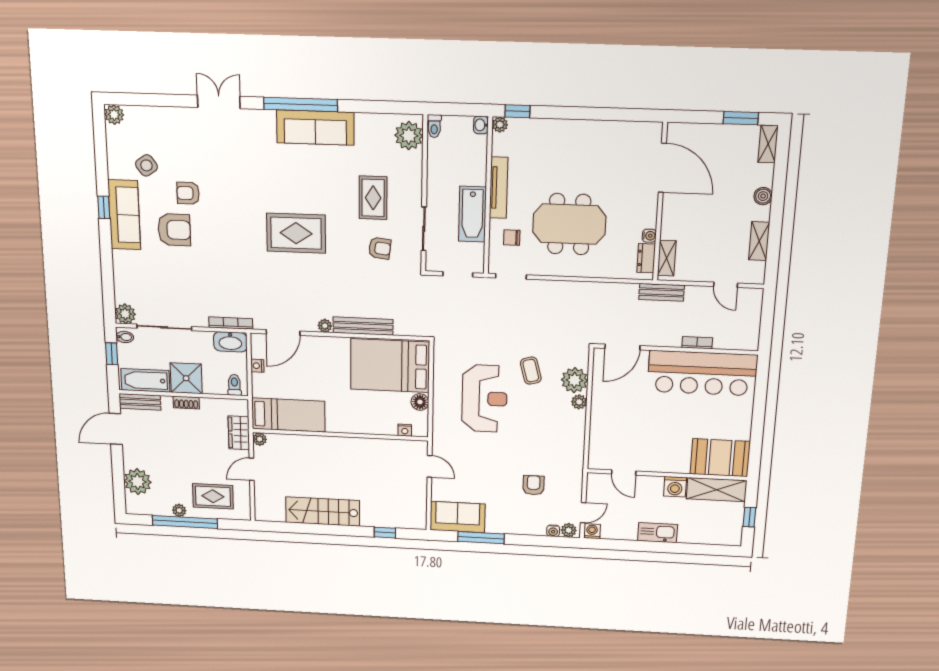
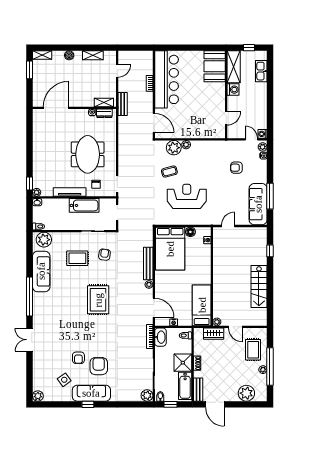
sofa: (315, 128) -> (41, 271), moved
sofa: (458, 517) -> (258, 204), width x1.36
kitchen sink: (658, 533) -> (261, 71), moved

